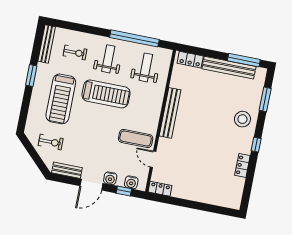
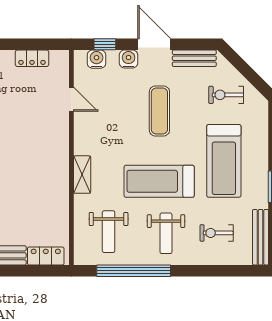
treadmill: (61, 99) -> (224, 161), turned 180
shelving: (156, 108) -> (82, 175), added
bench: (170, 113) -> (60, 172), removed
exercise mat: (136, 138) -> (159, 111), moved, turned 90
door: (91, 185) -> (154, 44), hinge flipped
locker: (160, 189) -> (32, 58), moved

